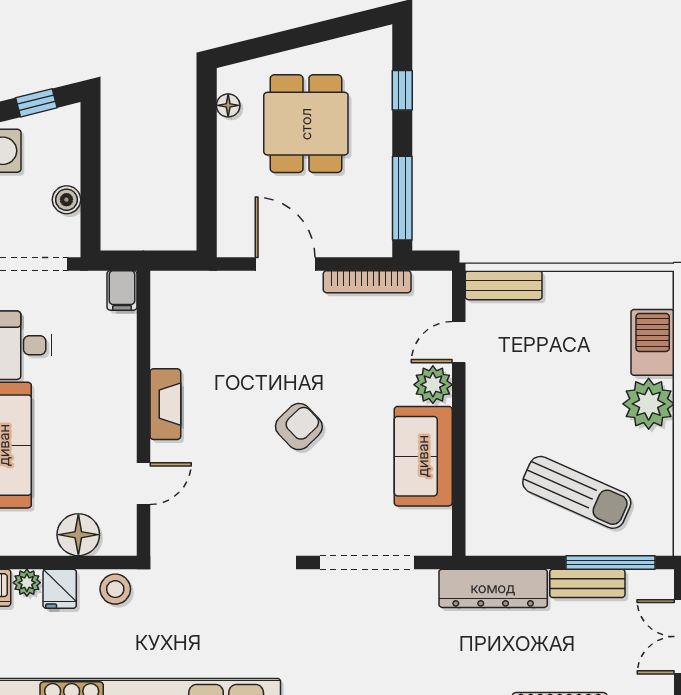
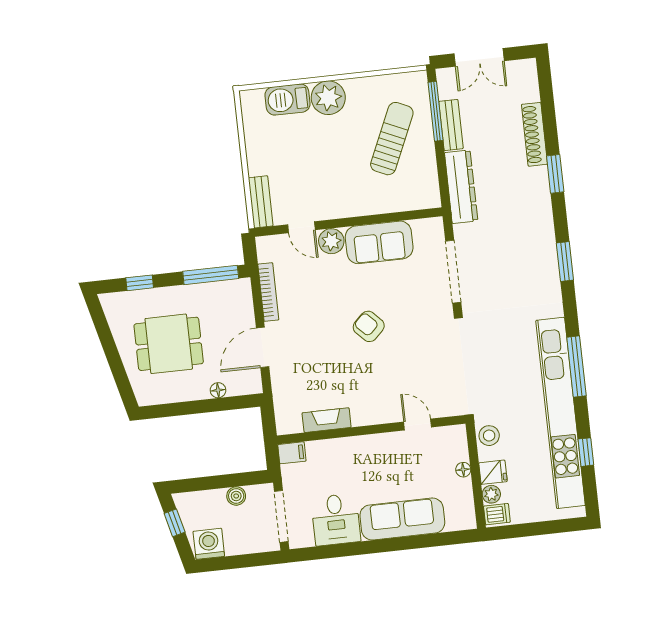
floor lamp: (228, 105) -> (218, 390), moved
fireplace: (165, 404) -> (327, 420), moved
floor lamp: (78, 535) -> (463, 470), width x0.53, depth x0.53

